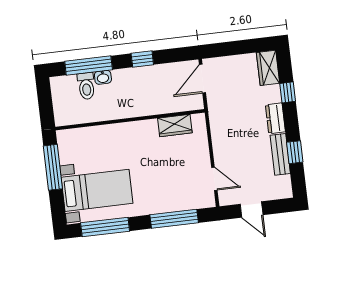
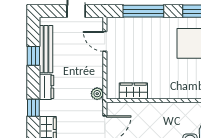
plant: (216, 117) -> (97, 94), added
bench: (280, 154) -> (46, 49), width x1.36

